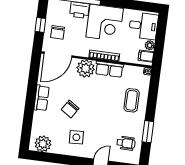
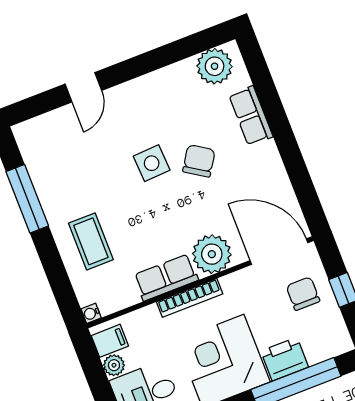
door: (58, 55) -> (279, 252), hinge flipped
row of seats: (42, 98) -> (251, 116), moved
window: (148, 132) -> (27, 199), width x1.44
side table: (76, 137) -> (152, 163), moved
wheelchair: (126, 143) -> (57, 154), removed

